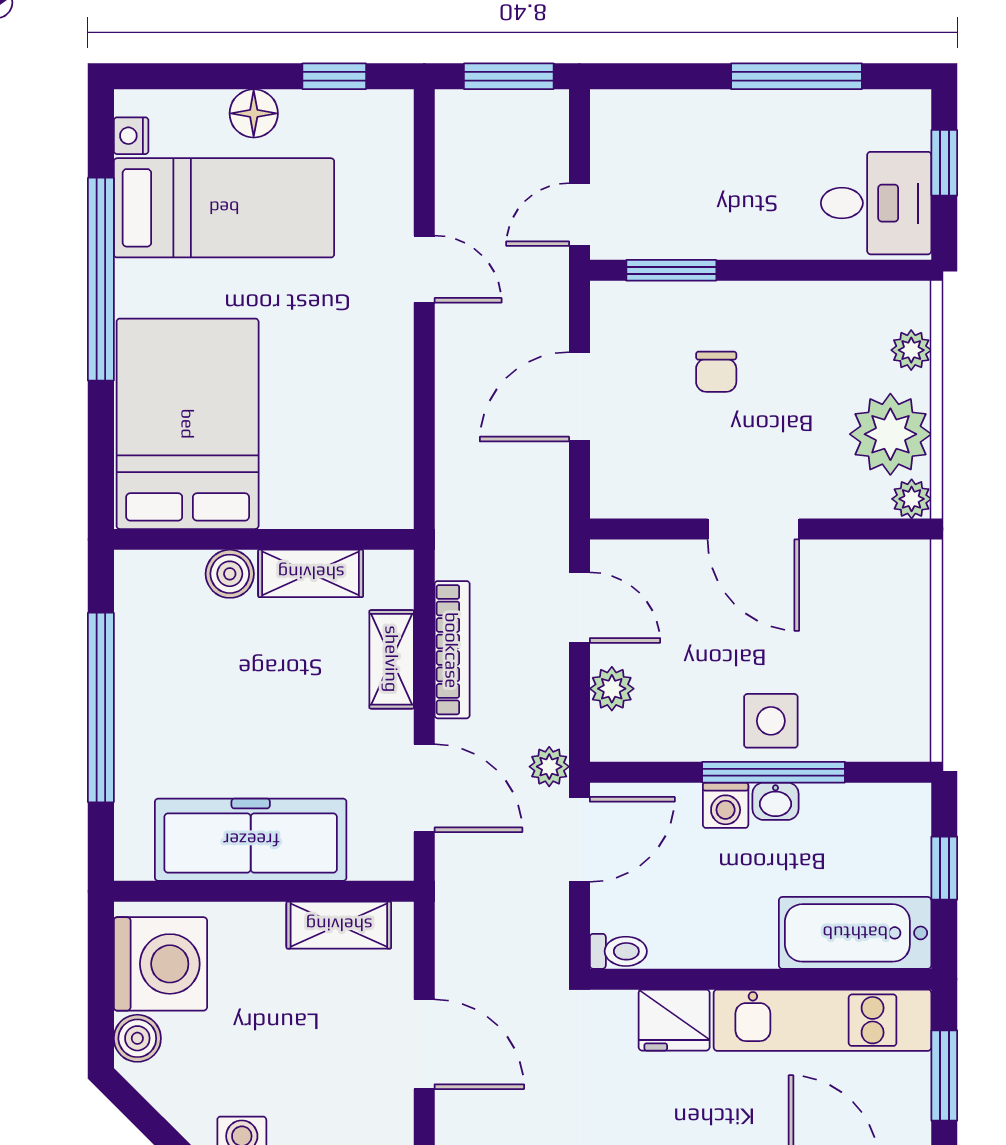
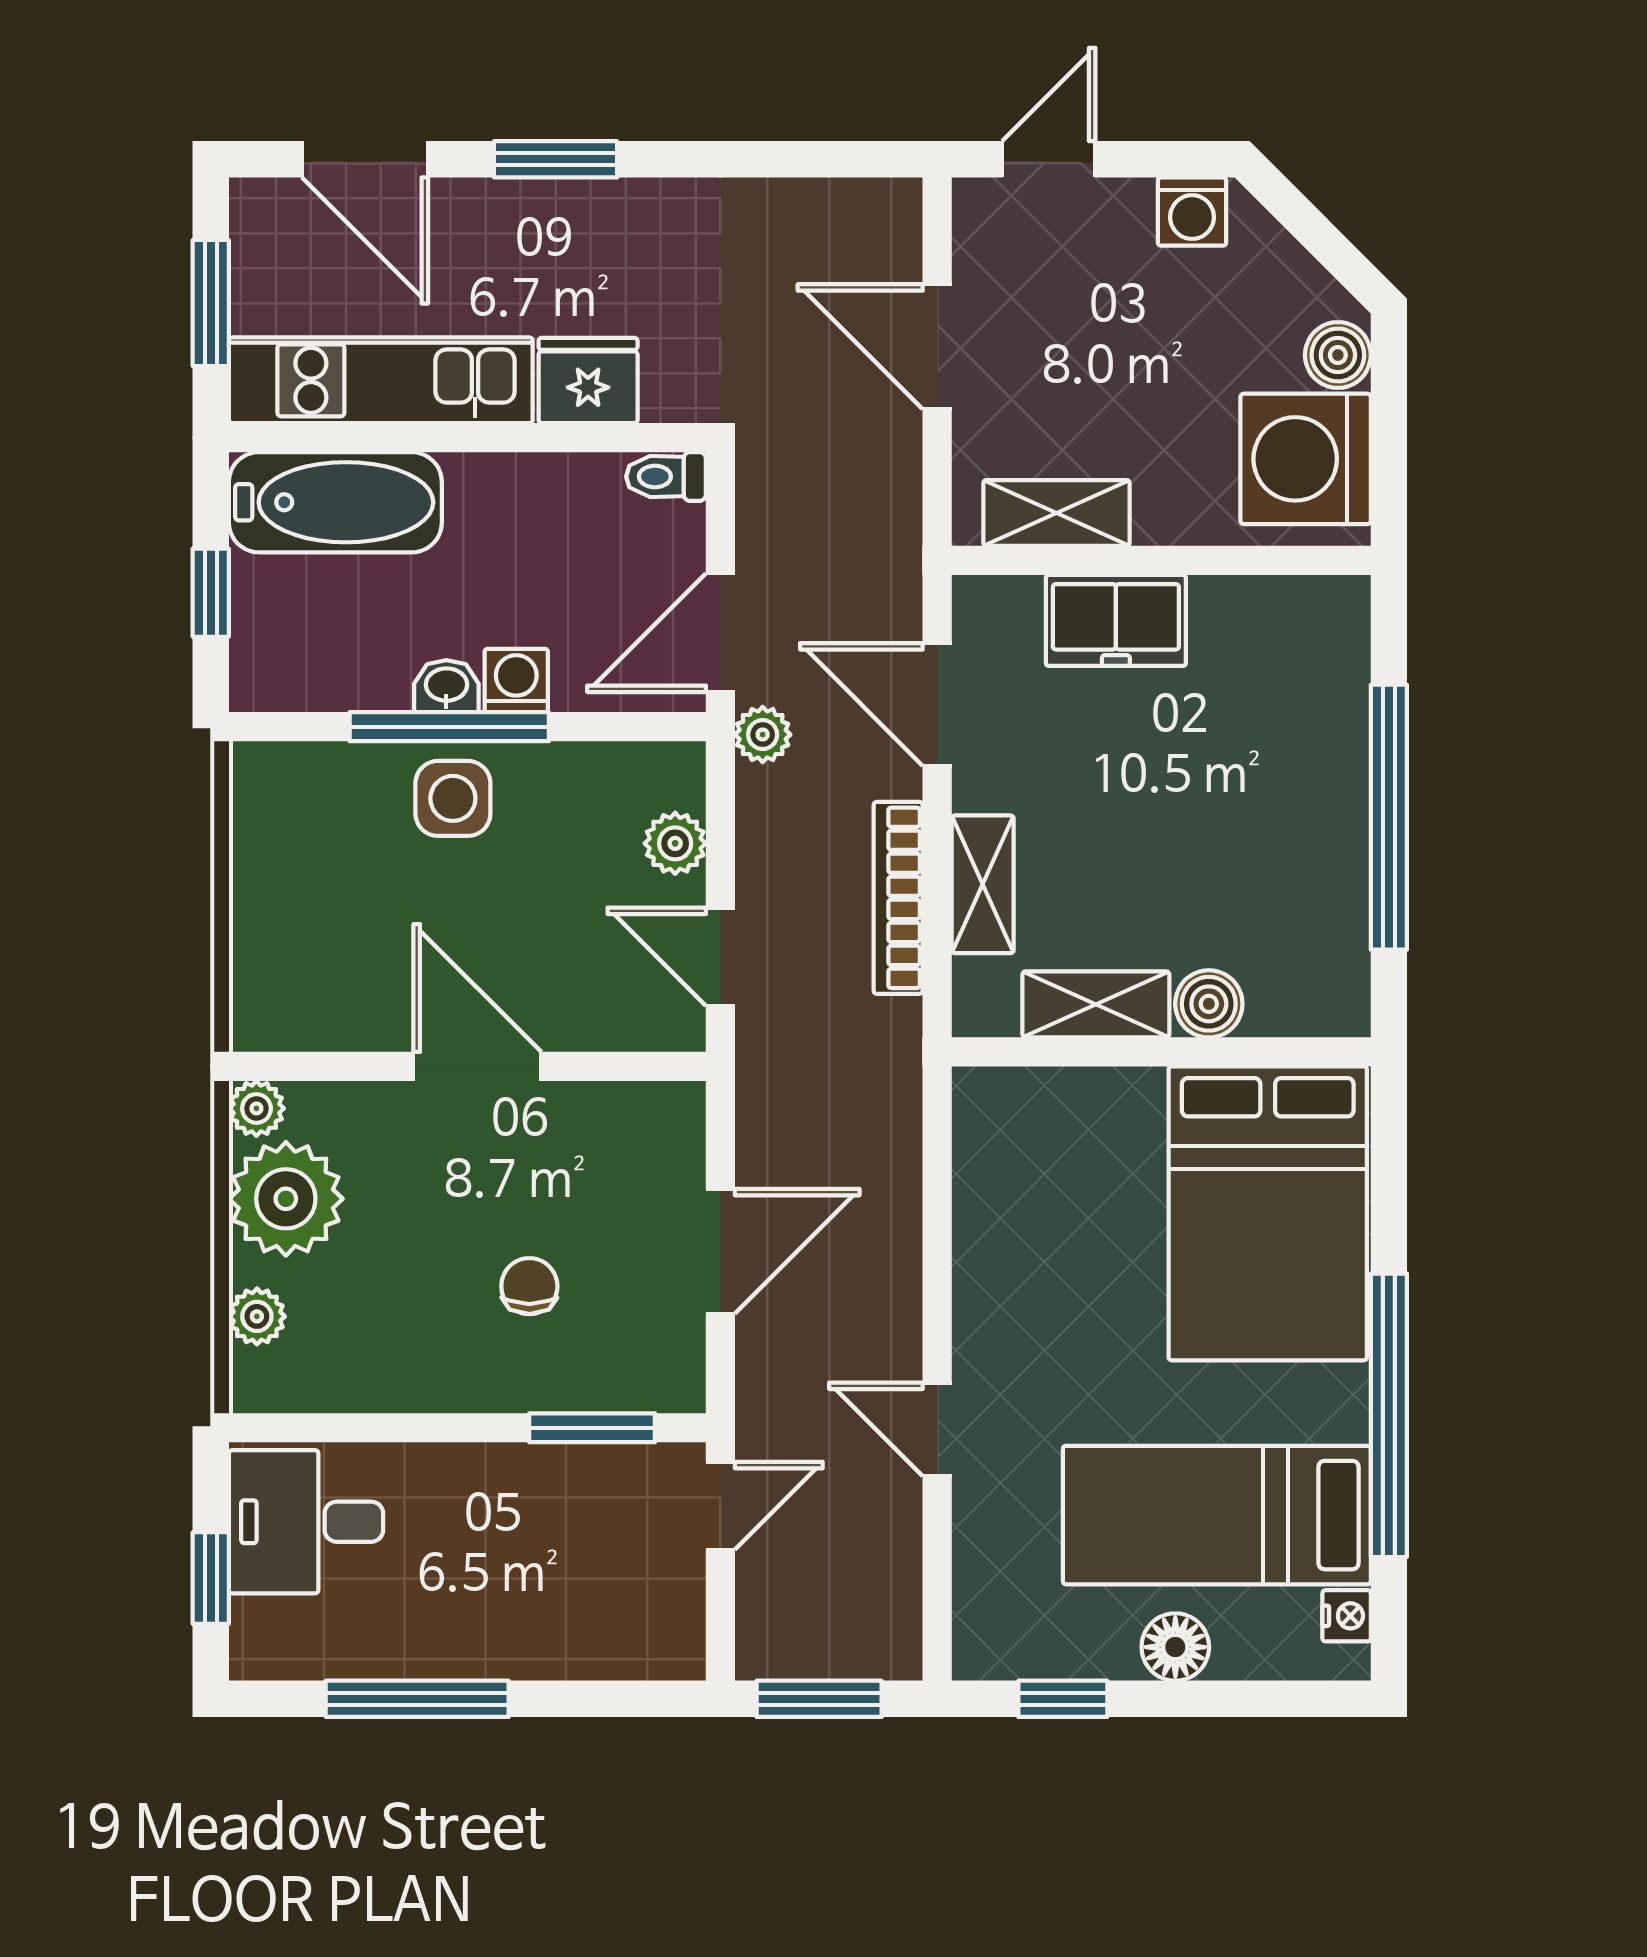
freezer: (251, 840) -> (1116, 620), width x0.52, depth x0.79

